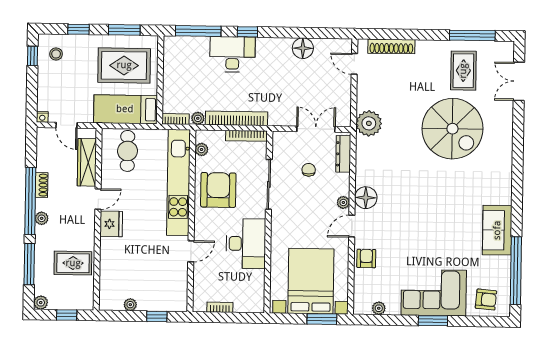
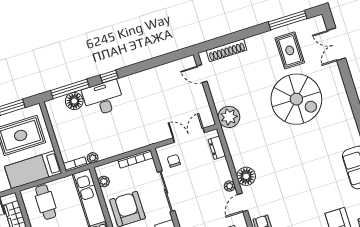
floor lamp: (303, 48) -> (74, 101), moved
bookcase: (237, 118) -> (123, 148), removed
dresser: (343, 154) -> (217, 148), width x0.70
chair: (309, 170) -> (174, 161), moved

